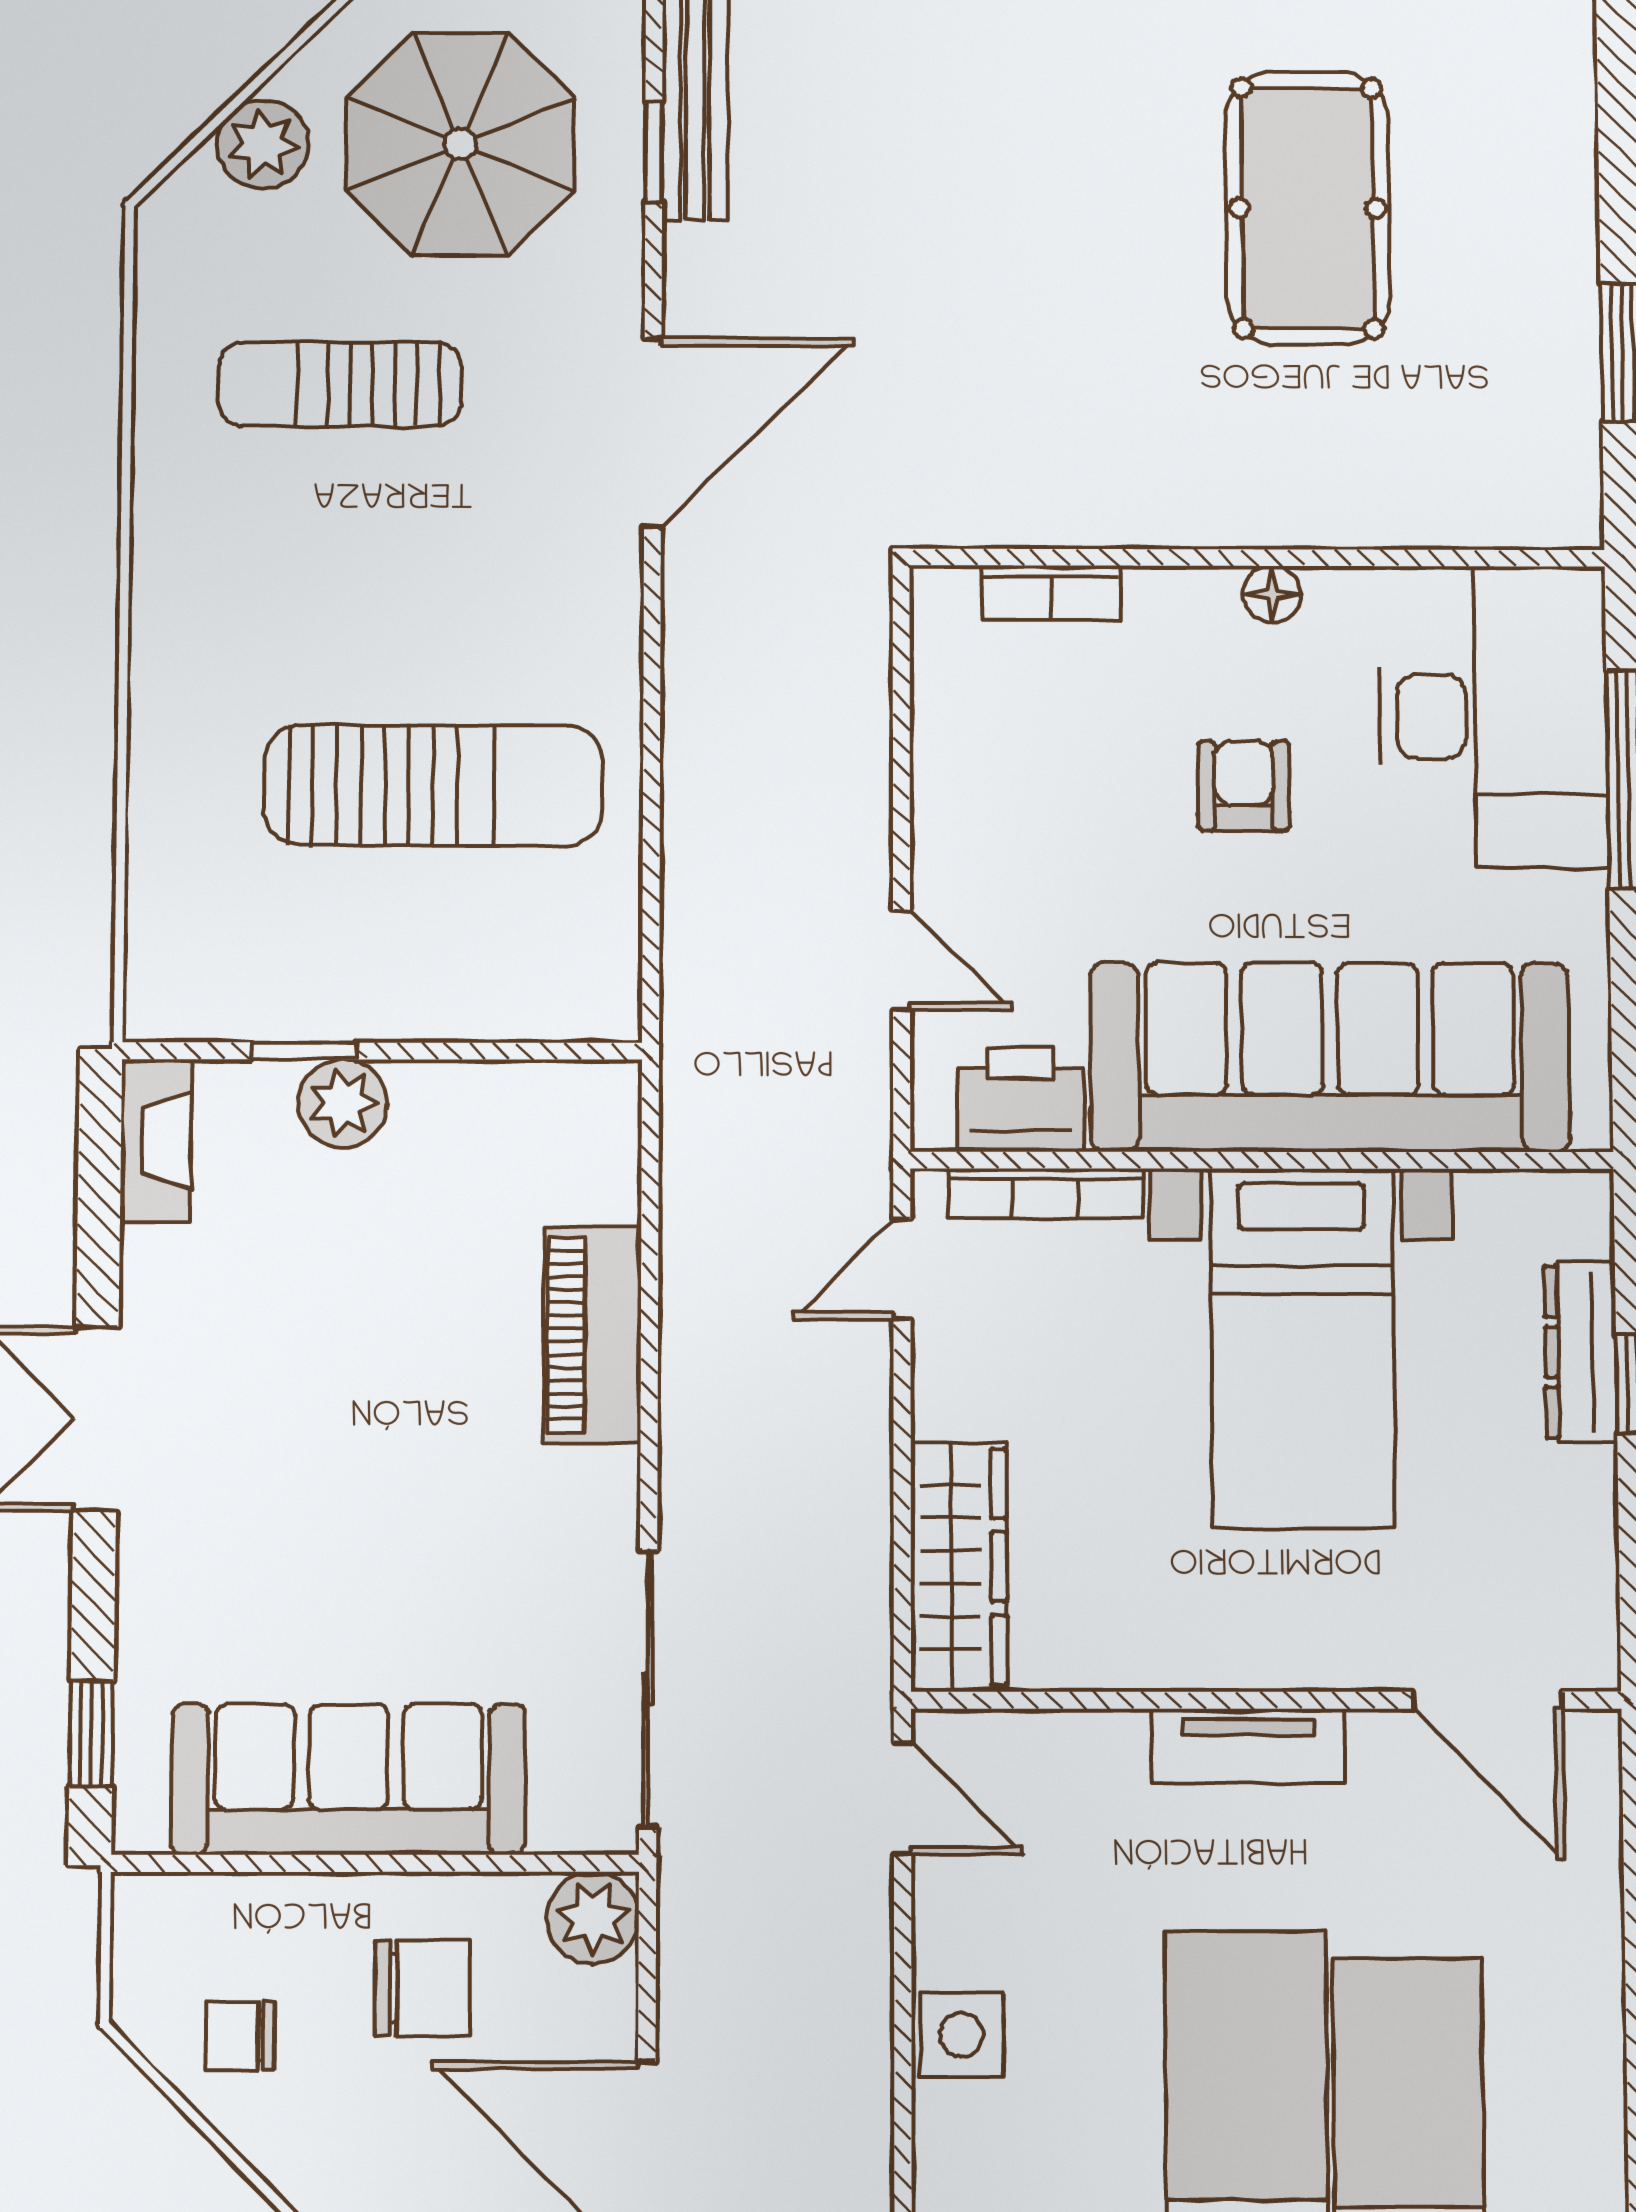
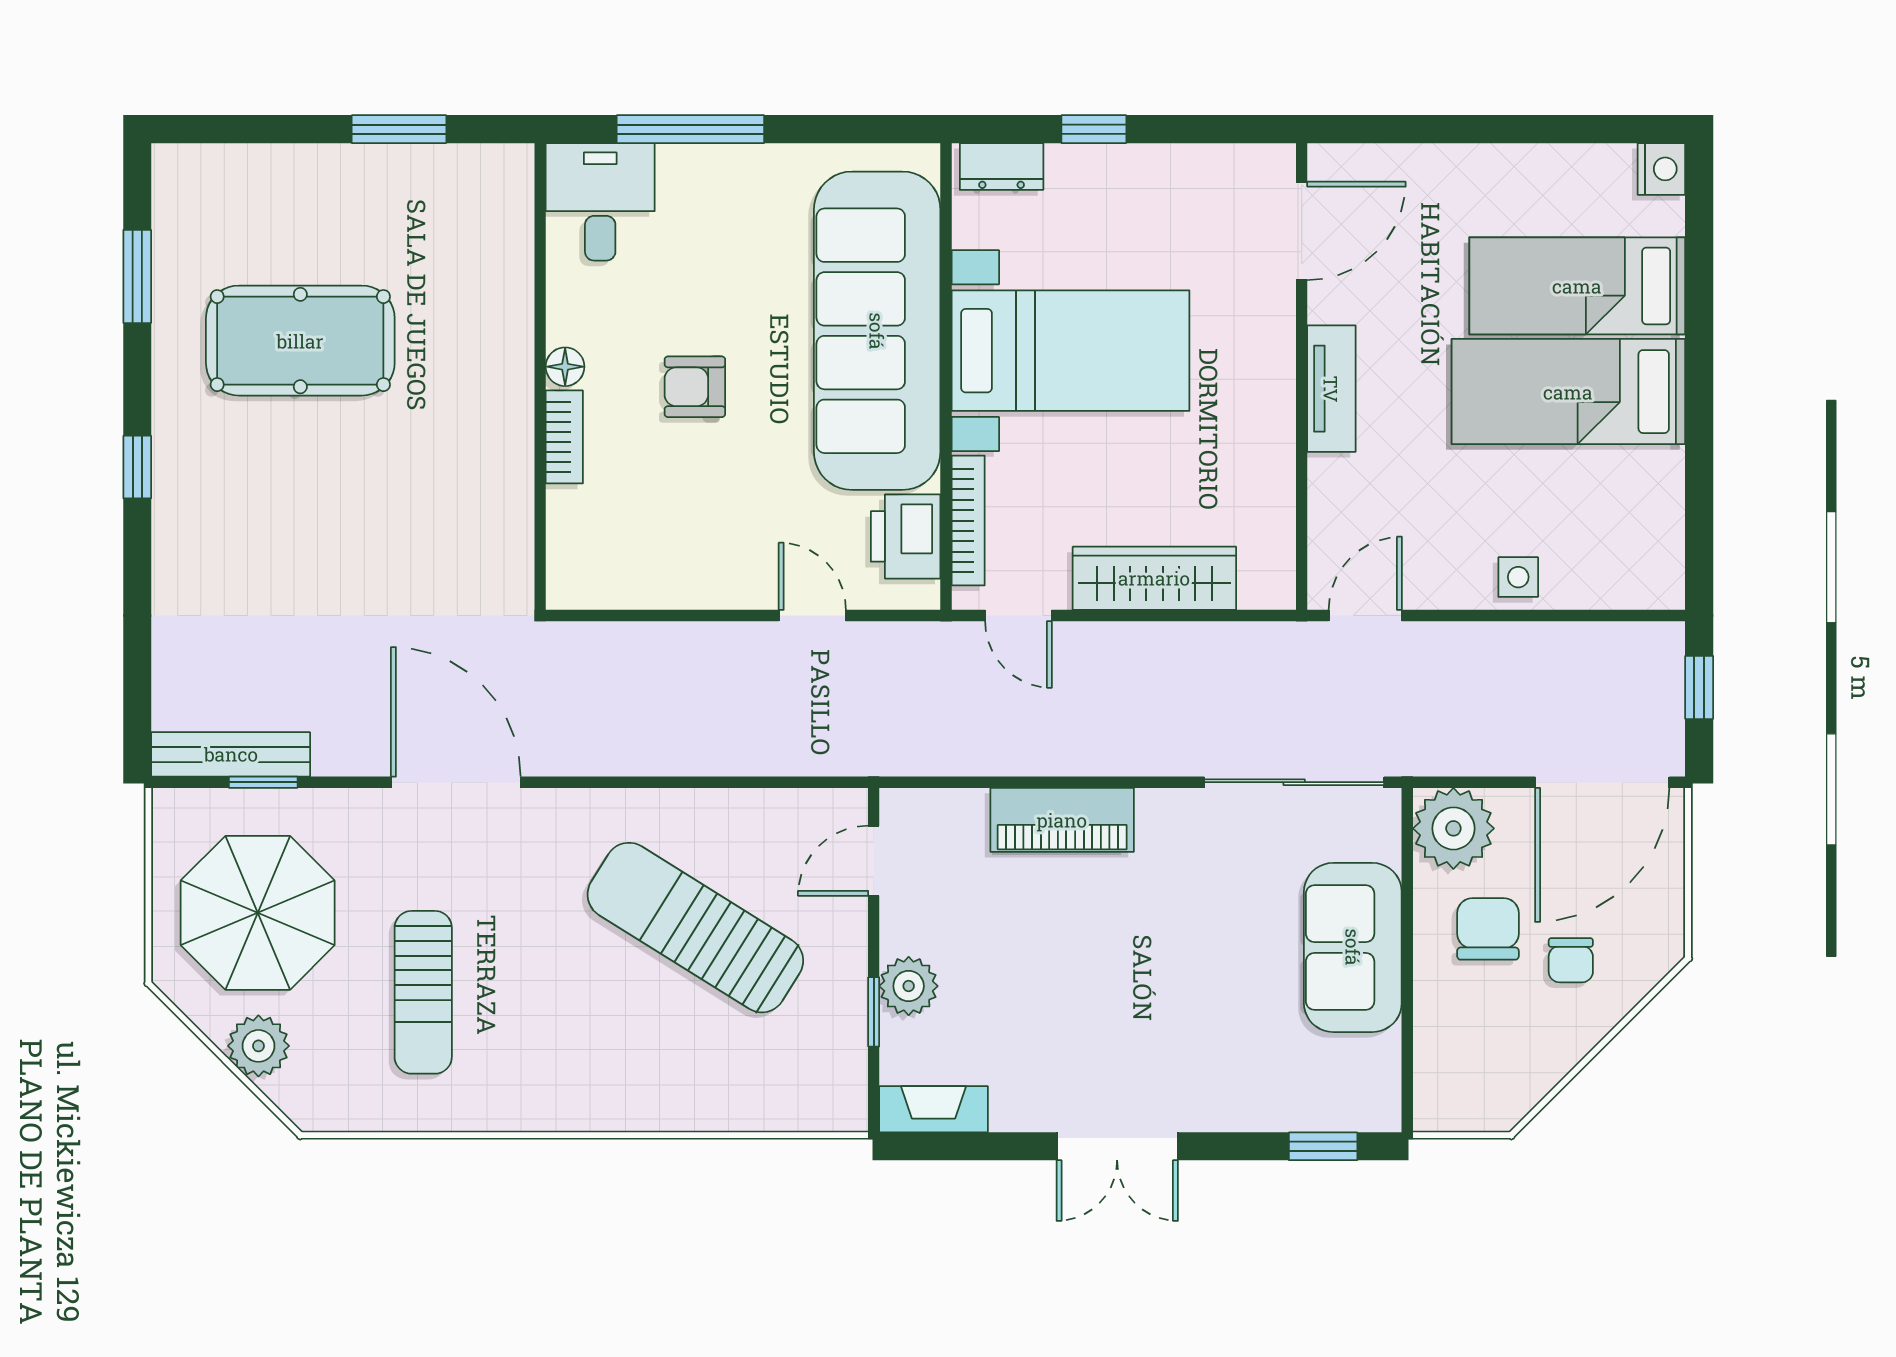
bookcase: (1051, 593) -> (564, 437), moved
desk: (1493, 716) -> (600, 202), width x0.53, depth x0.77
sun lounger: (433, 785) -> (695, 928), turned -58
door: (902, 960) -> (812, 615), hinge flipped
door: (532, 1051) -> (874, 861), added
dresser: (1581, 1352) -> (1002, 167), moved, width x0.70
wardrobe: (959, 1567) -> (1154, 578), moved
sofa: (348, 1779) -> (1353, 947), width x0.73
plant: (593, 1918) -> (1453, 828), width x1.36, depth x1.36
side table: (962, 2035) -> (1518, 577), width x0.73, depth x0.73
chair: (240, 2036) -> (1571, 960), moved

